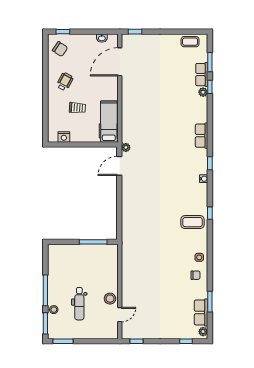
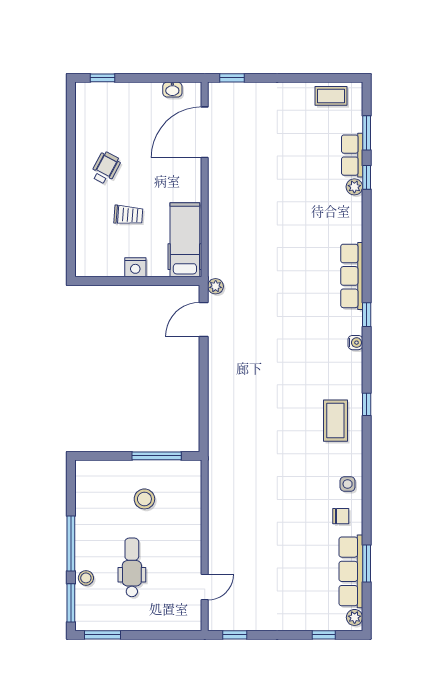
chair: (60, 49) -> (97, 109), removed
row of seats: (202, 136) -> (352, 276), width x1.48
nightstand: (64, 137) -> (135, 267), moved
coffee table: (192, 222) -> (335, 421), turned 90
stool: (110, 299) -> (144, 499), moved
dental chair: (79, 304) -> (132, 567), turned 180
row of seats: (201, 312) -> (351, 571), width x1.48

